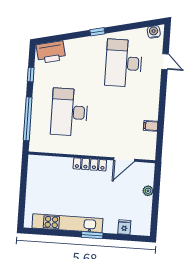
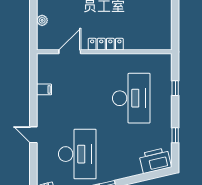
door: (165, 62) -> (33, 135), moved
window: (28, 119) -> (175, 88), width x0.32

